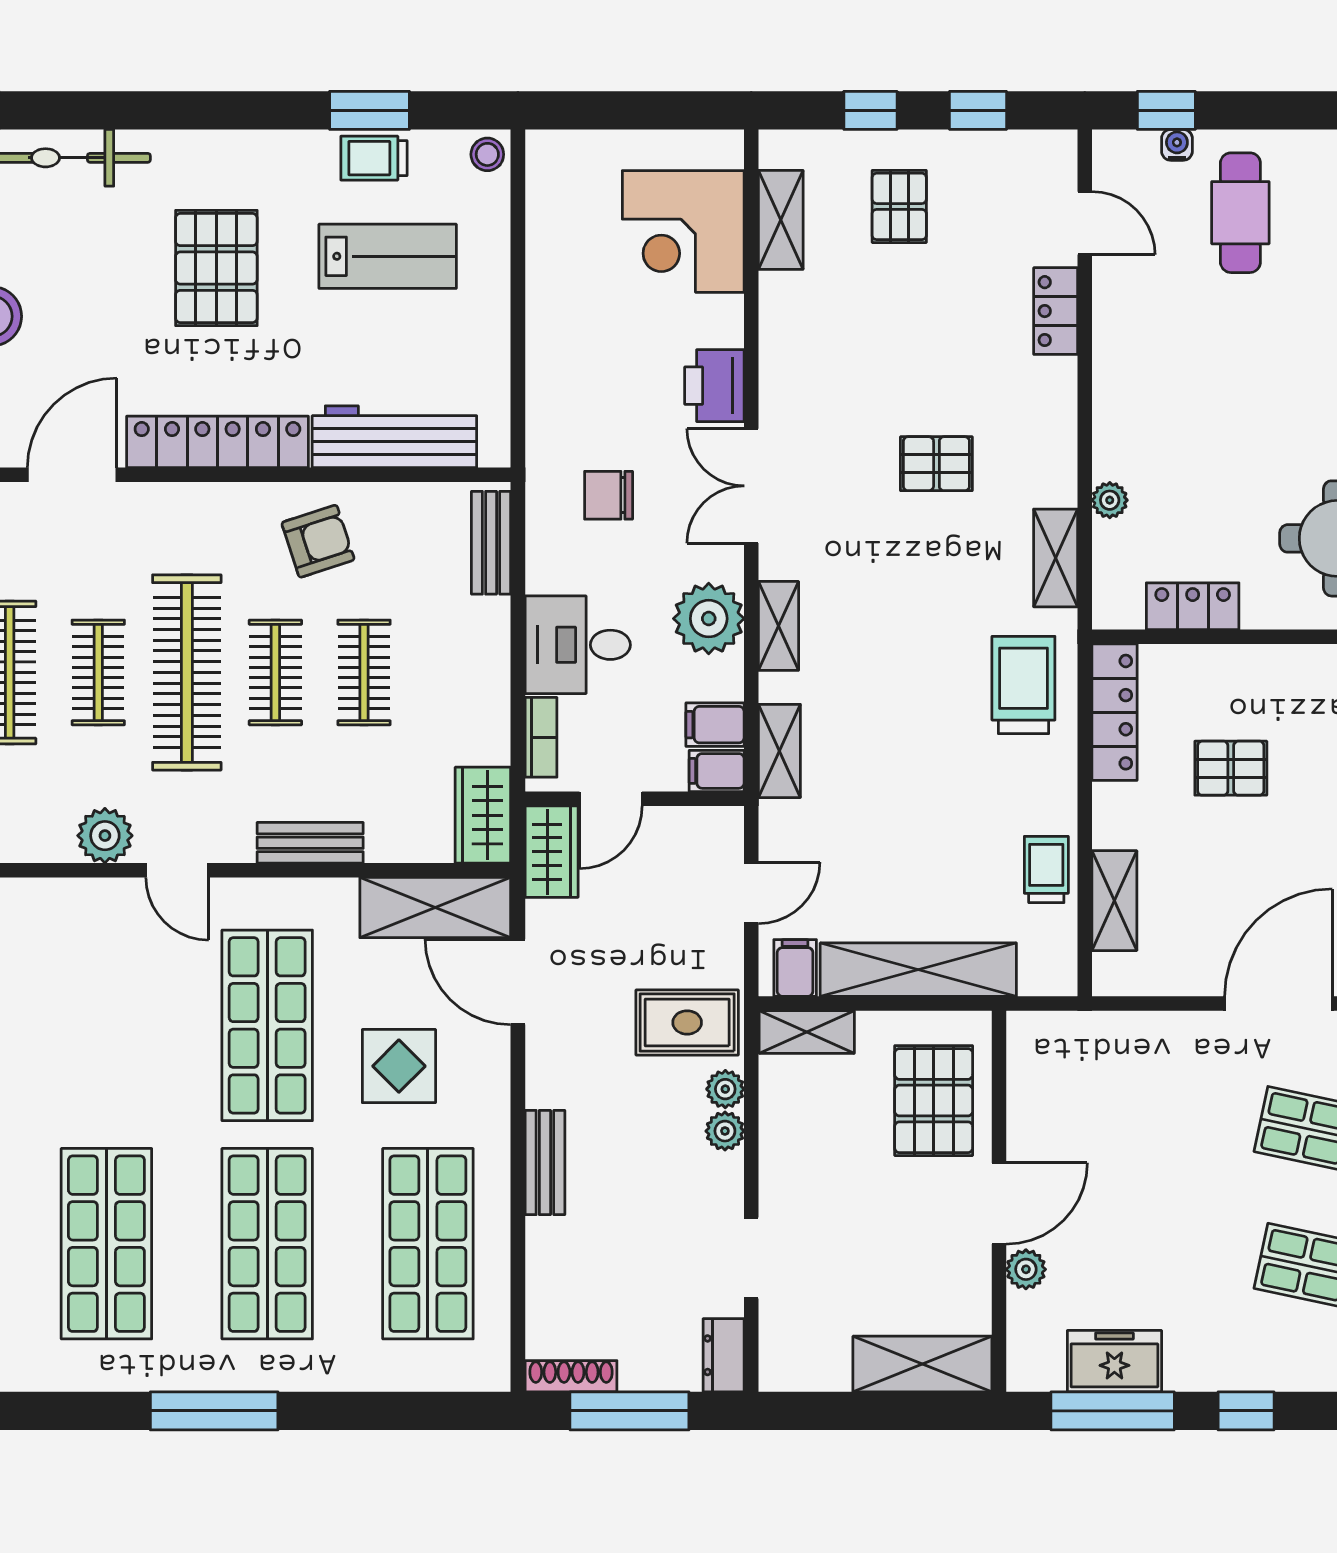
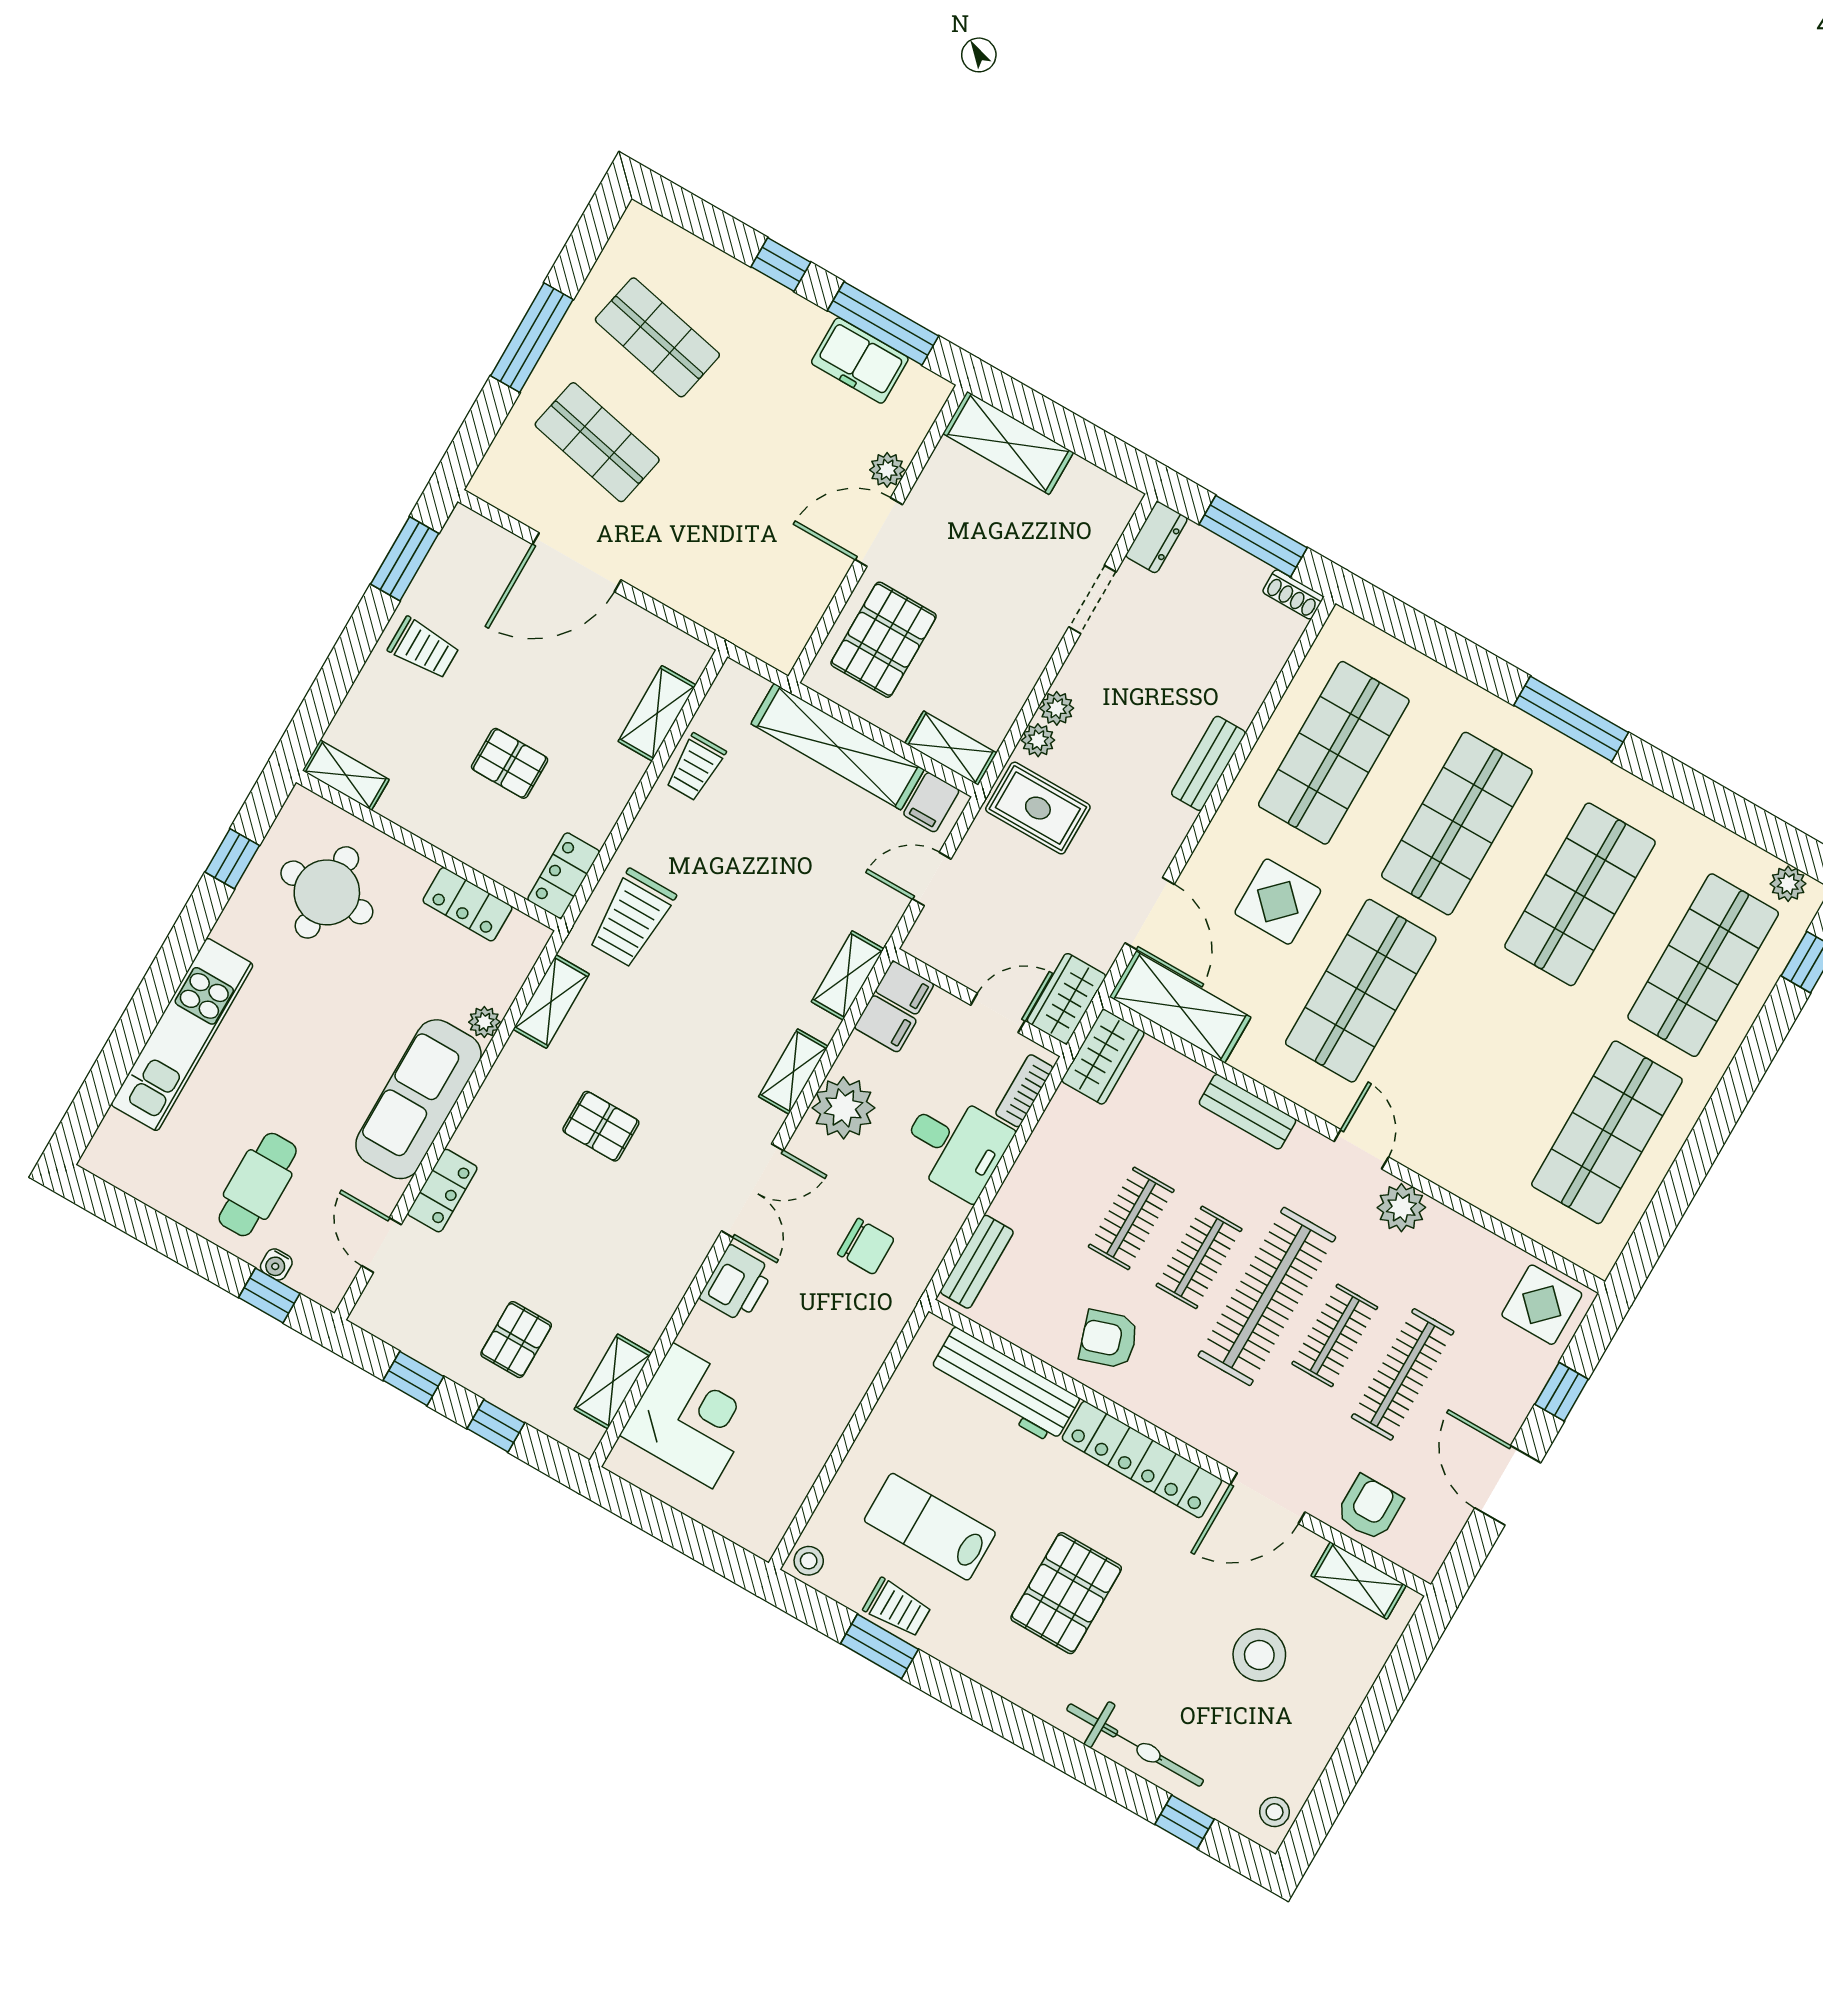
sofa: (1131, 387) -> (418, 1099), added
locker: (1114, 712) -> (564, 876), width x0.66
shoe rack: (571, 1376) -> (1293, 594), width x0.70

